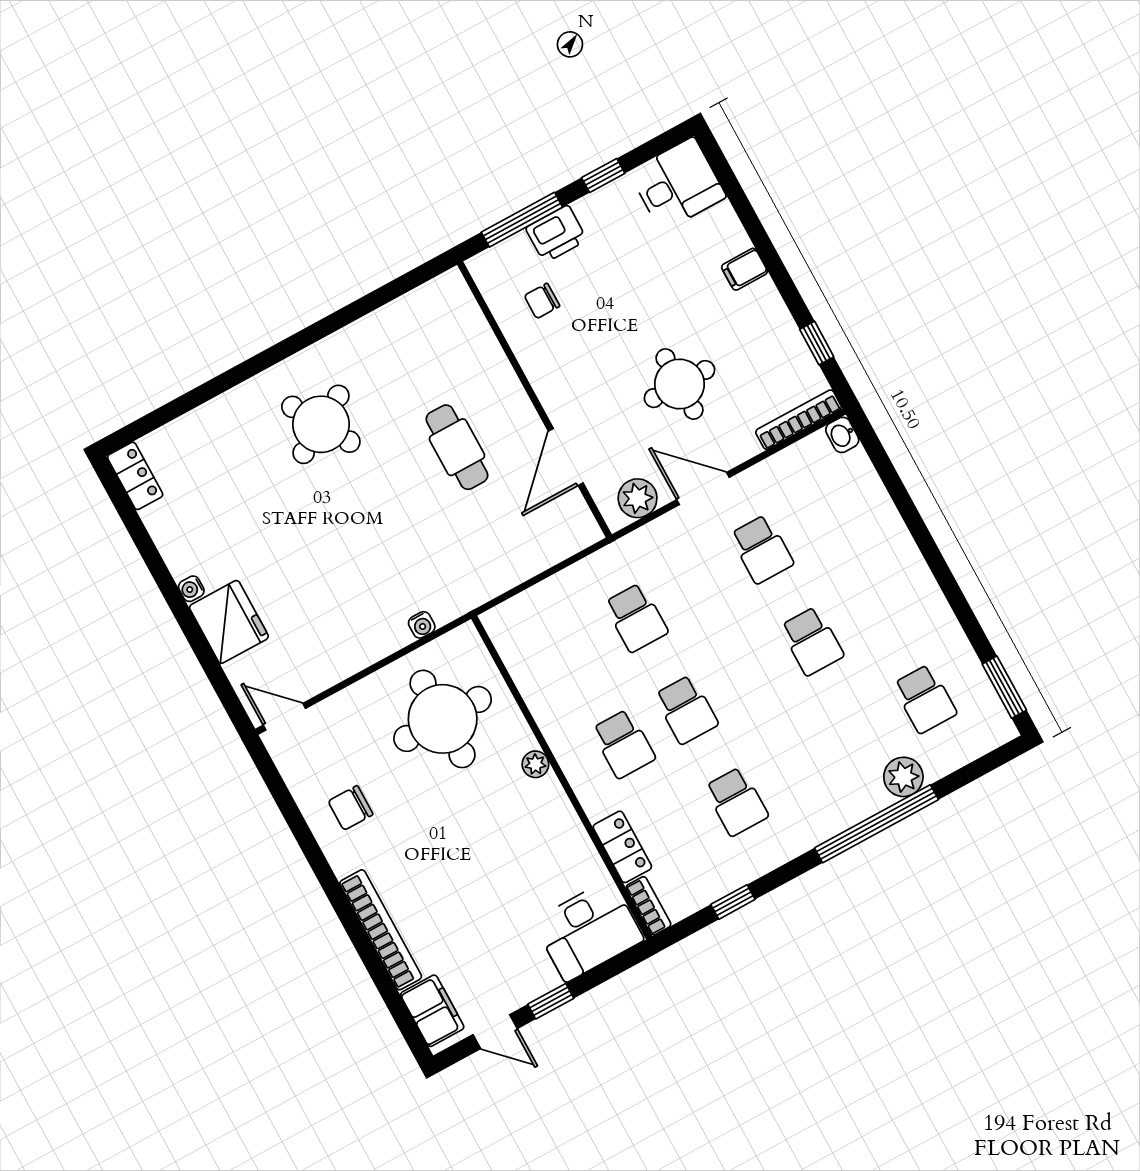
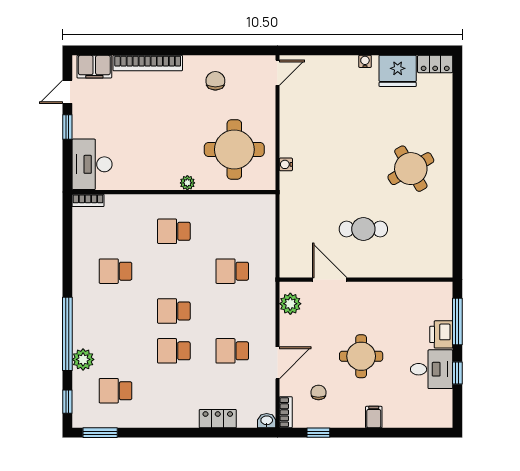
desk: (678, 184) -> (432, 369), moved, turned -90
chair: (542, 301) -> (318, 392), moved
round table: (680, 384) -> (361, 356), moved
bookcase: (799, 420) -> (286, 412), width x0.64
door: (703, 489) -> (278, 363), moved
fridge: (229, 622) -> (398, 71), moved
school desk: (686, 710) -> (174, 311), moved
locker: (622, 847) -> (218, 419), moved, turned 180
window: (733, 902) -> (67, 402), moved

